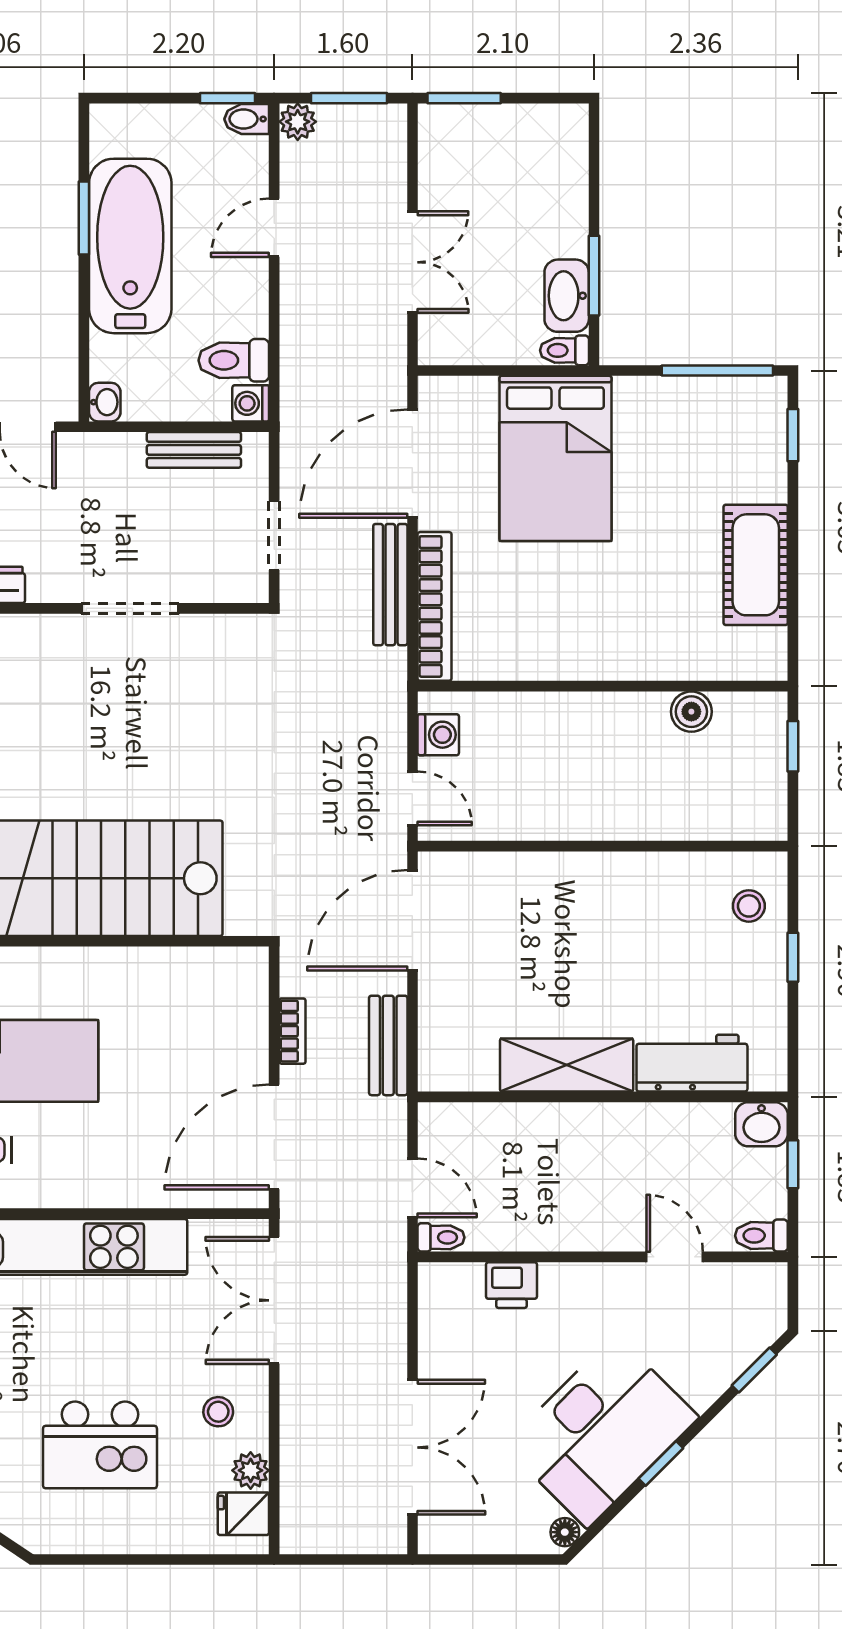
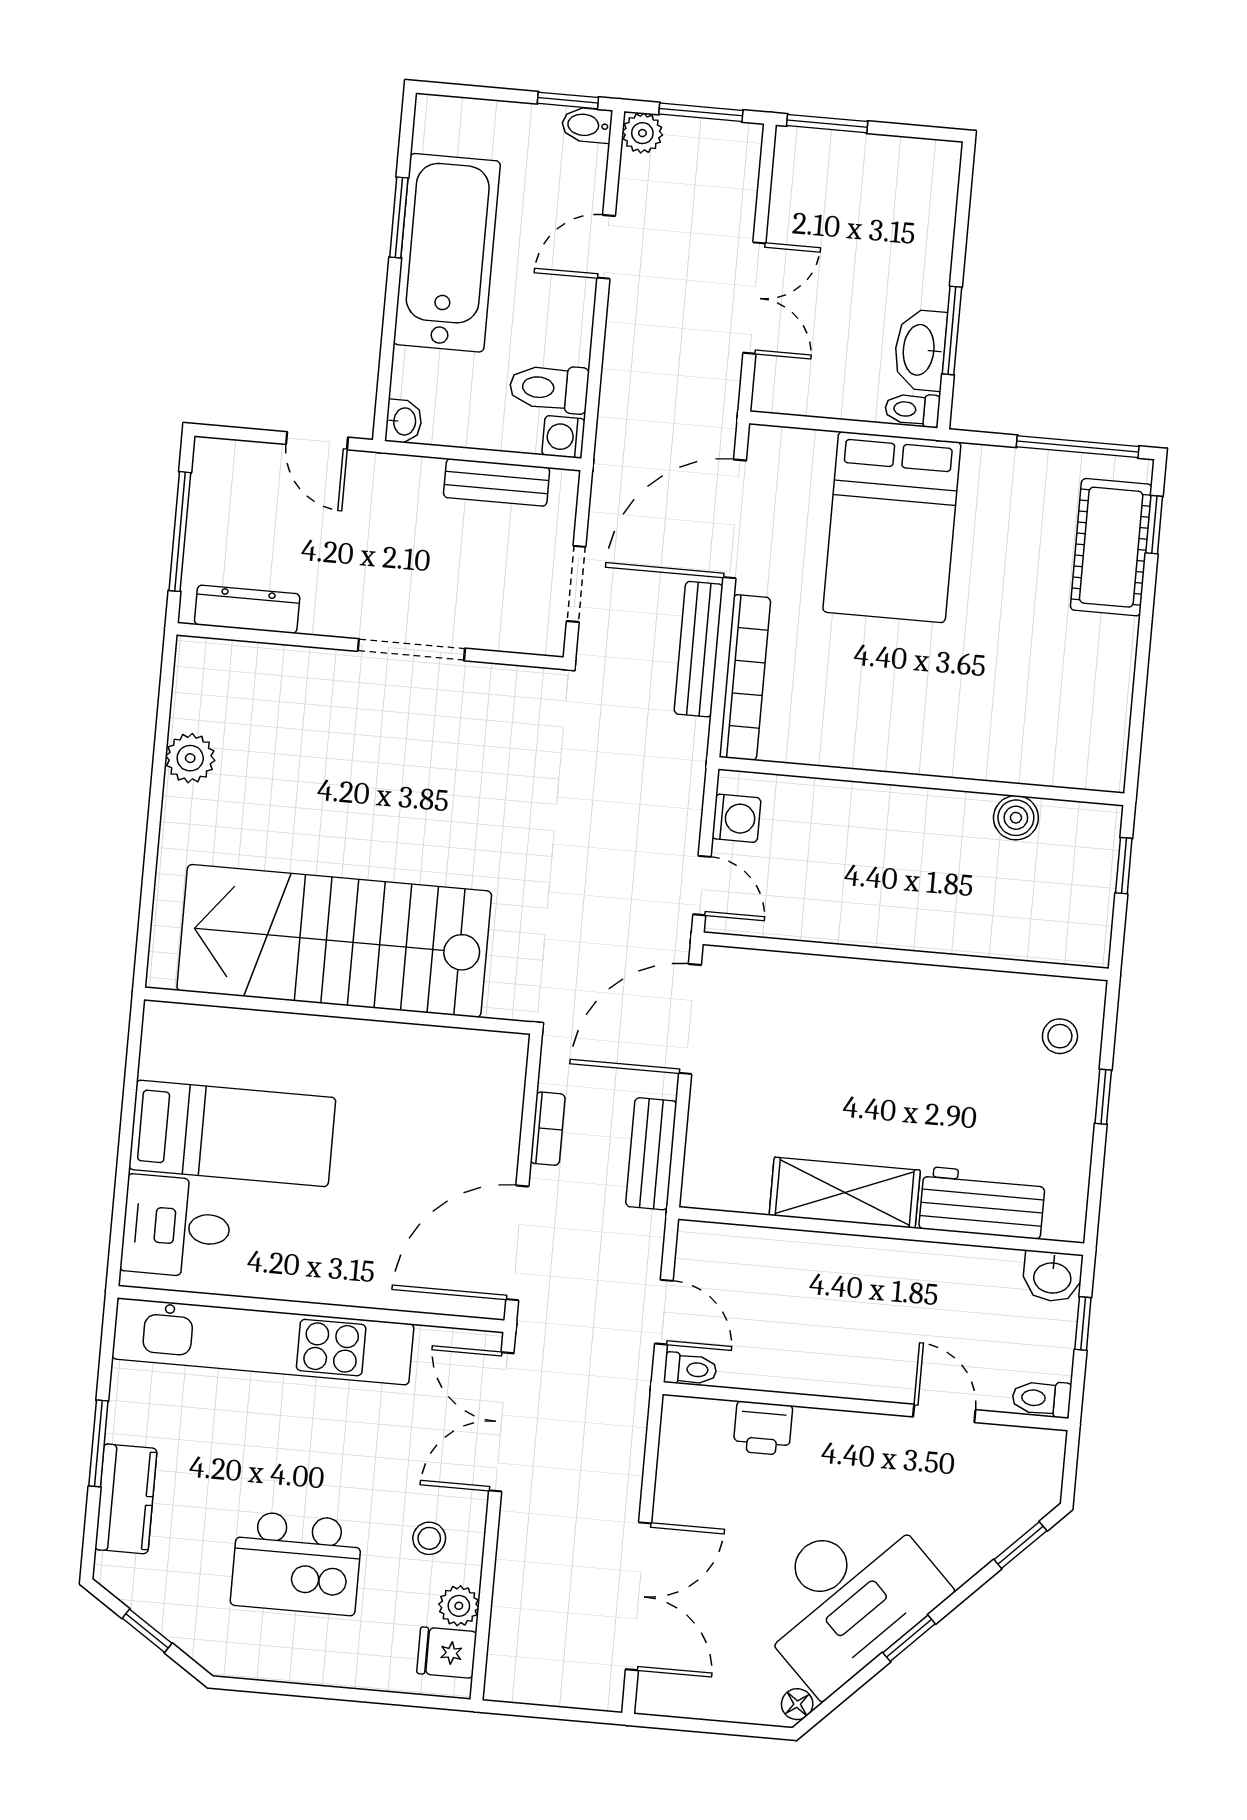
cot: (756, 565) -> (1111, 547), moved

